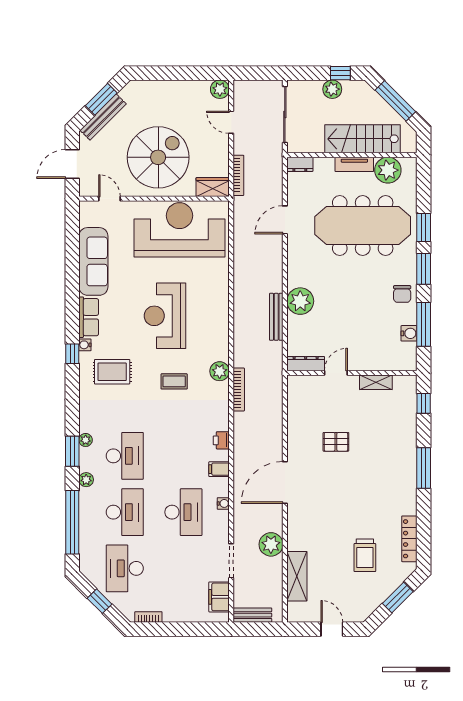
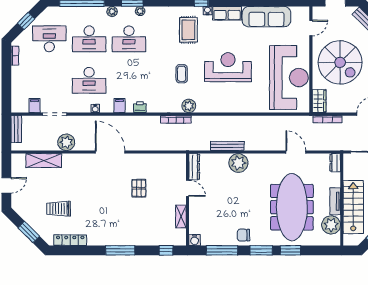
water cooler: (409, 333) -> (195, 240), moved
filing cabinet: (219, 597) -> (34, 106), width x0.50

